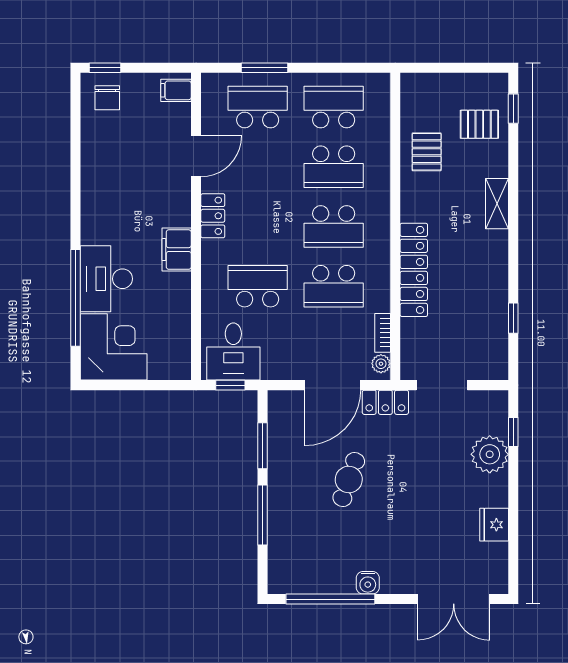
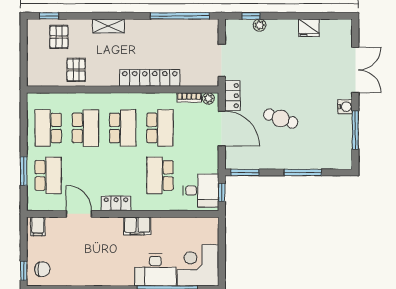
school desk: (258, 107) -> (48, 175), turned 180
pallet: (427, 152) -> (76, 70), turned 90
window: (513, 318) -> (180, 16), width x3.17
window: (262, 446) -> (245, 172), moved
plant: (490, 454) -> (259, 25), width x0.53, depth x0.53
window: (330, 599) -> (355, 130), width x0.68
double door: (454, 599) -> (355, 70), moved

